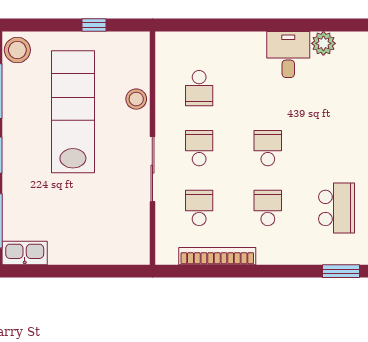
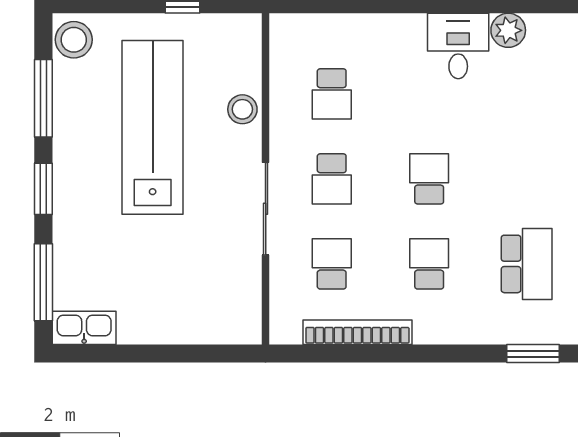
school desk: (199, 148) -> (332, 179), turned 180

